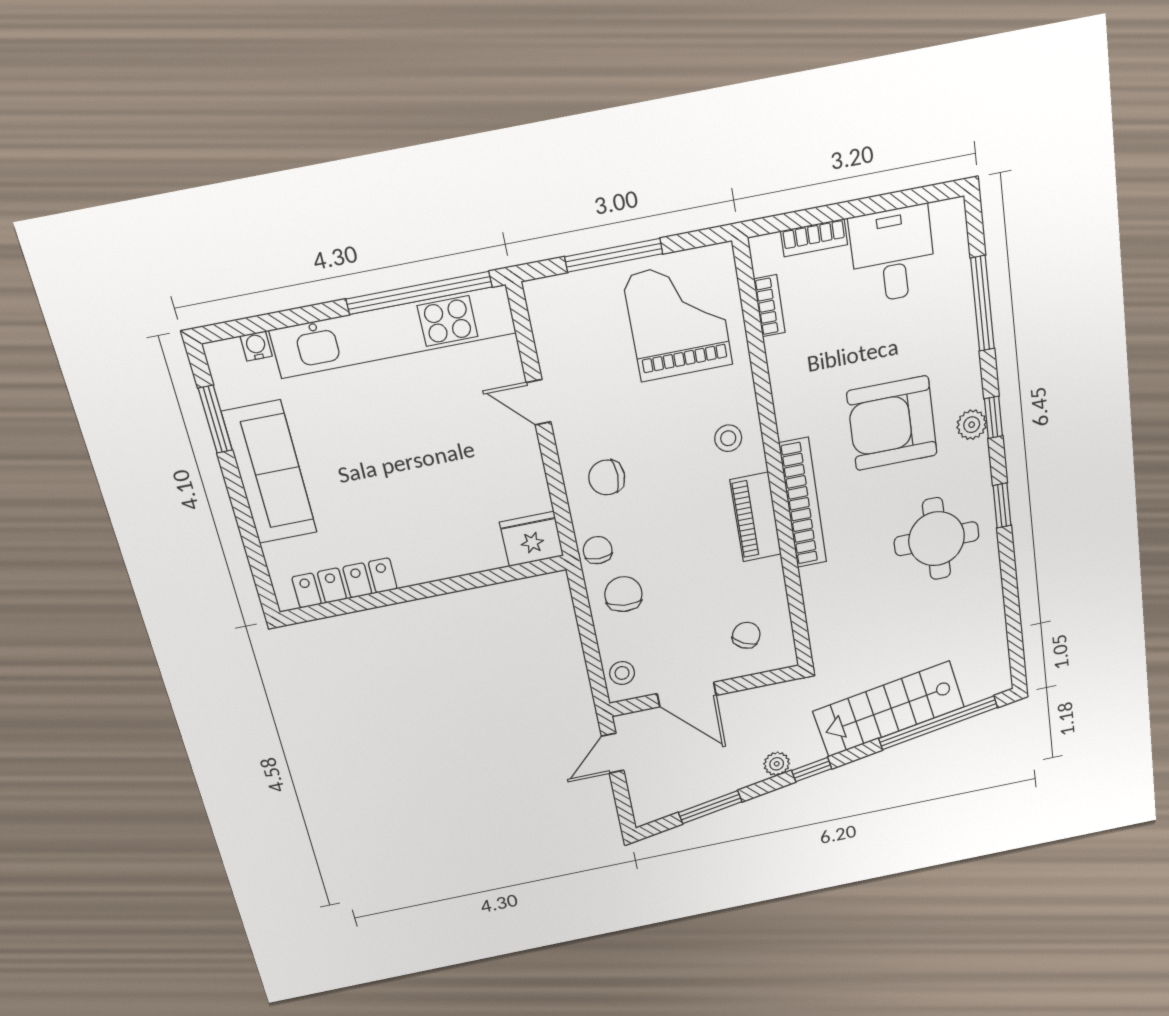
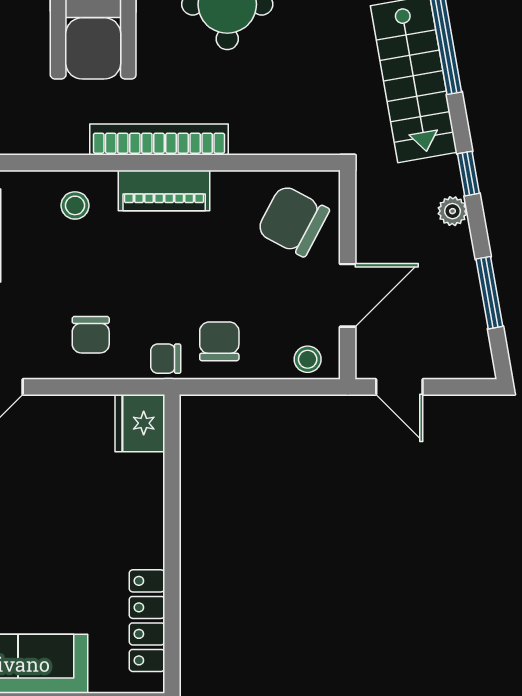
chair: (623, 594) -> (219, 341), turned 83
chair: (746, 635) -> (293, 221), width x1.87, depth x1.87

